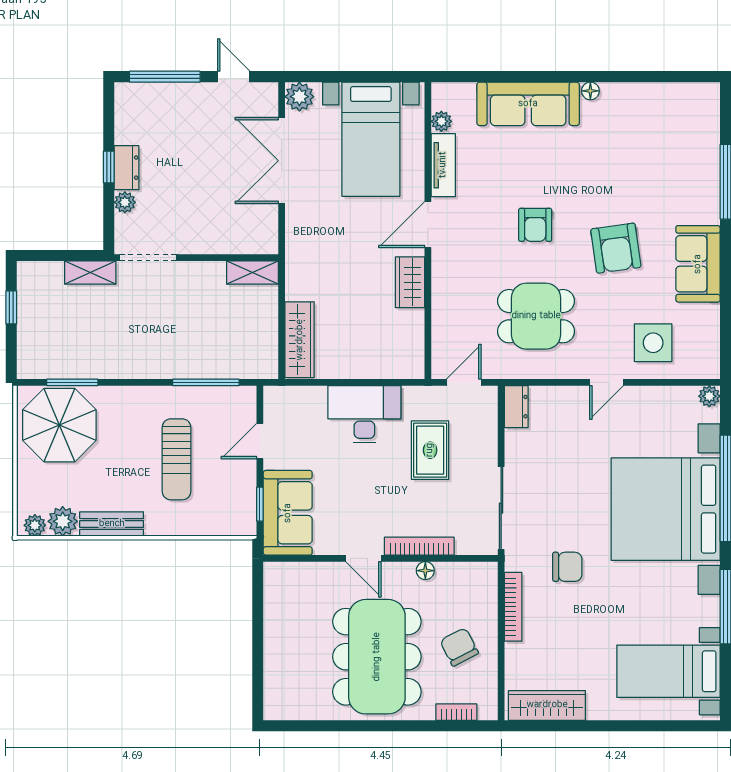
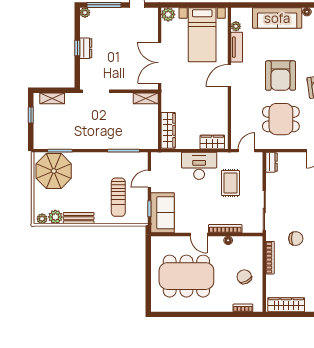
double door: (282, 161) -> (160, 63), moved
plant: (125, 202) -> (85, 13), moved
armchair: (535, 225) -> (281, 76), width x1.88, depth x1.88
shelving: (90, 272) -> (52, 98), moved
wardrobe: (410, 282) -> (212, 142), moved, turned 90
sun lounger: (177, 459) -> (118, 197), moved
dining table: (377, 657) -> (186, 276), moved, turned 90

